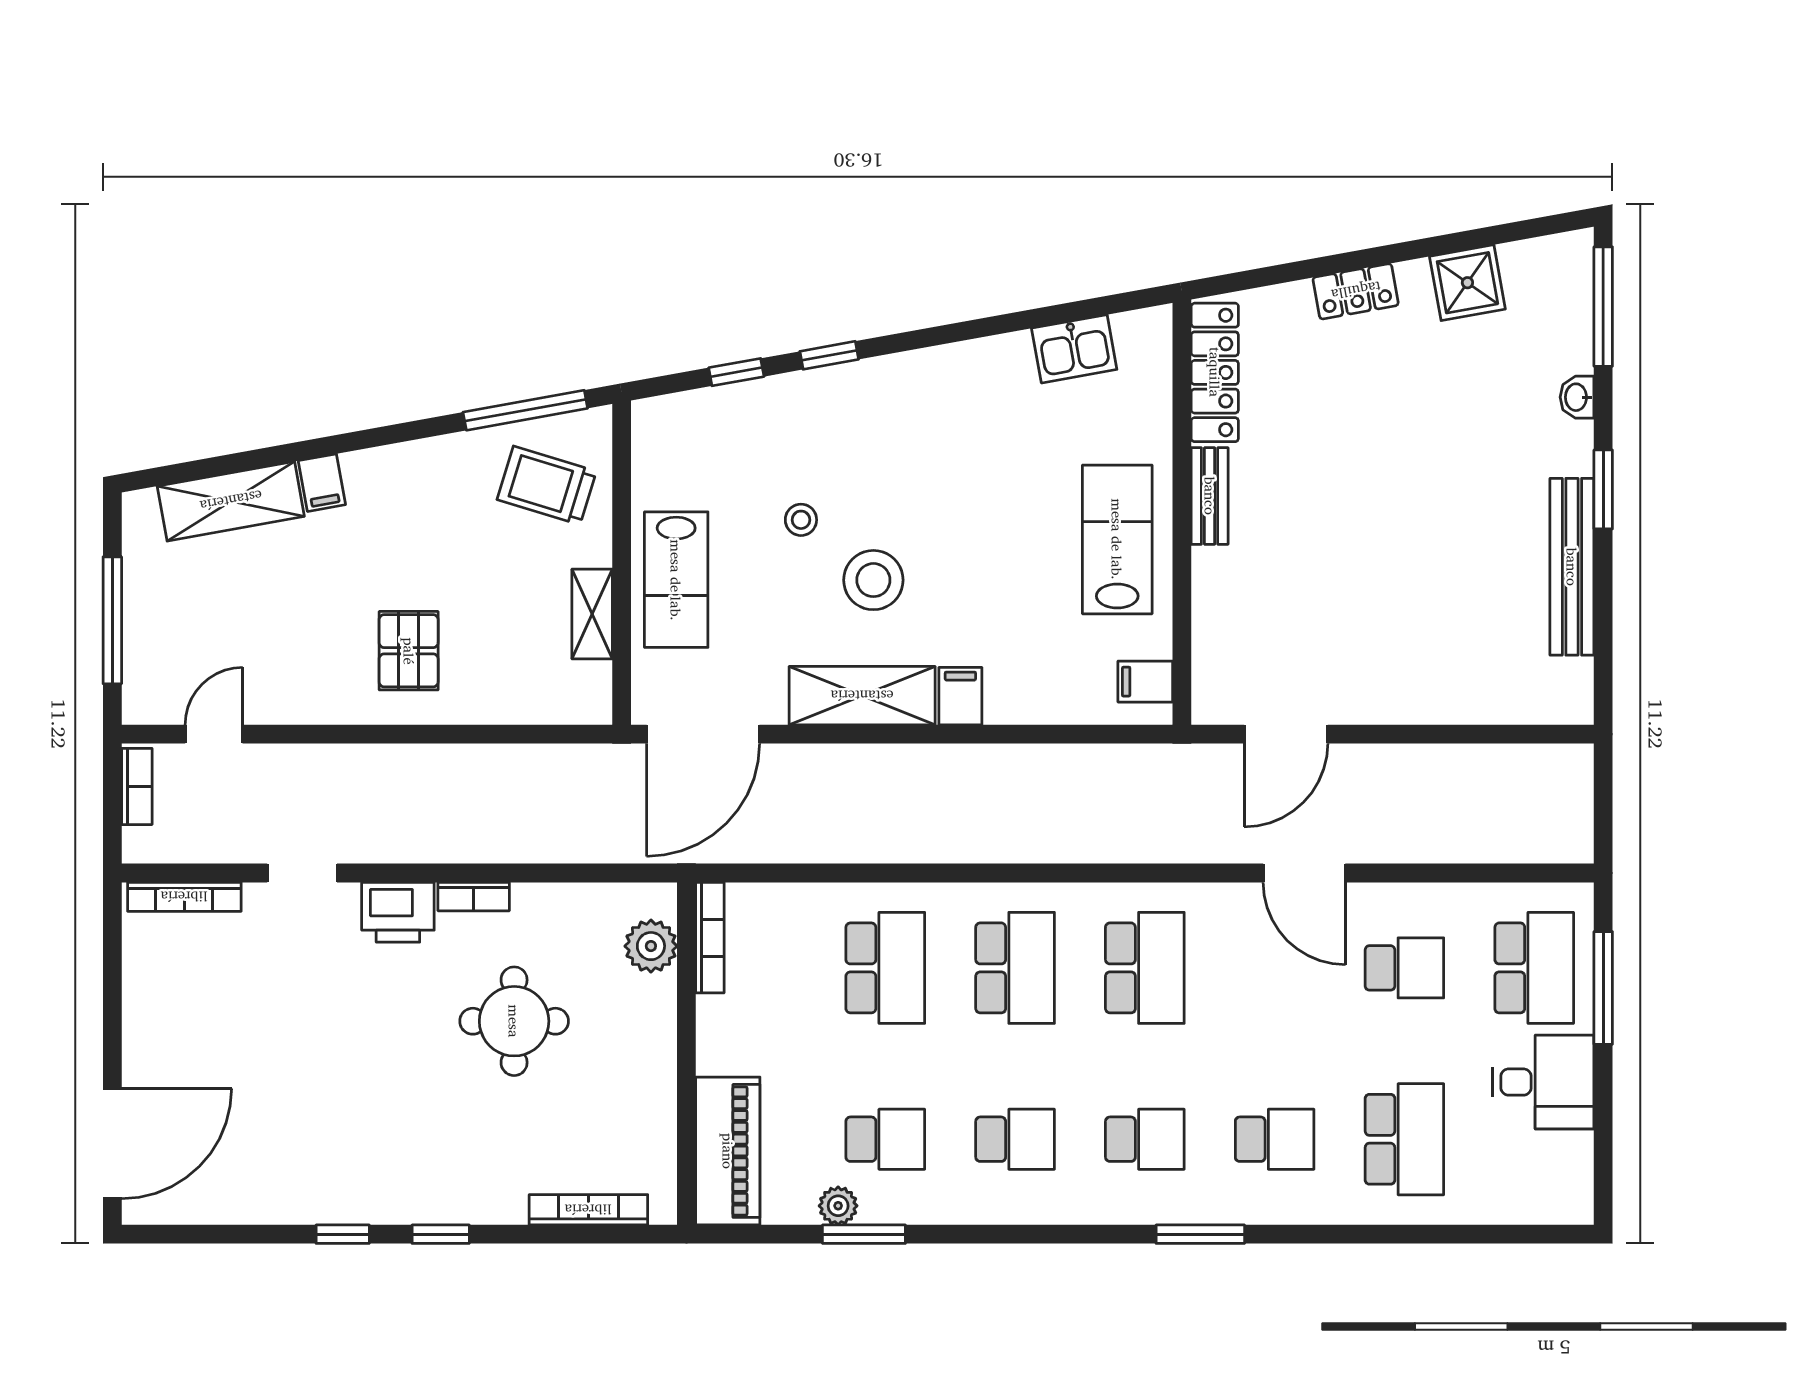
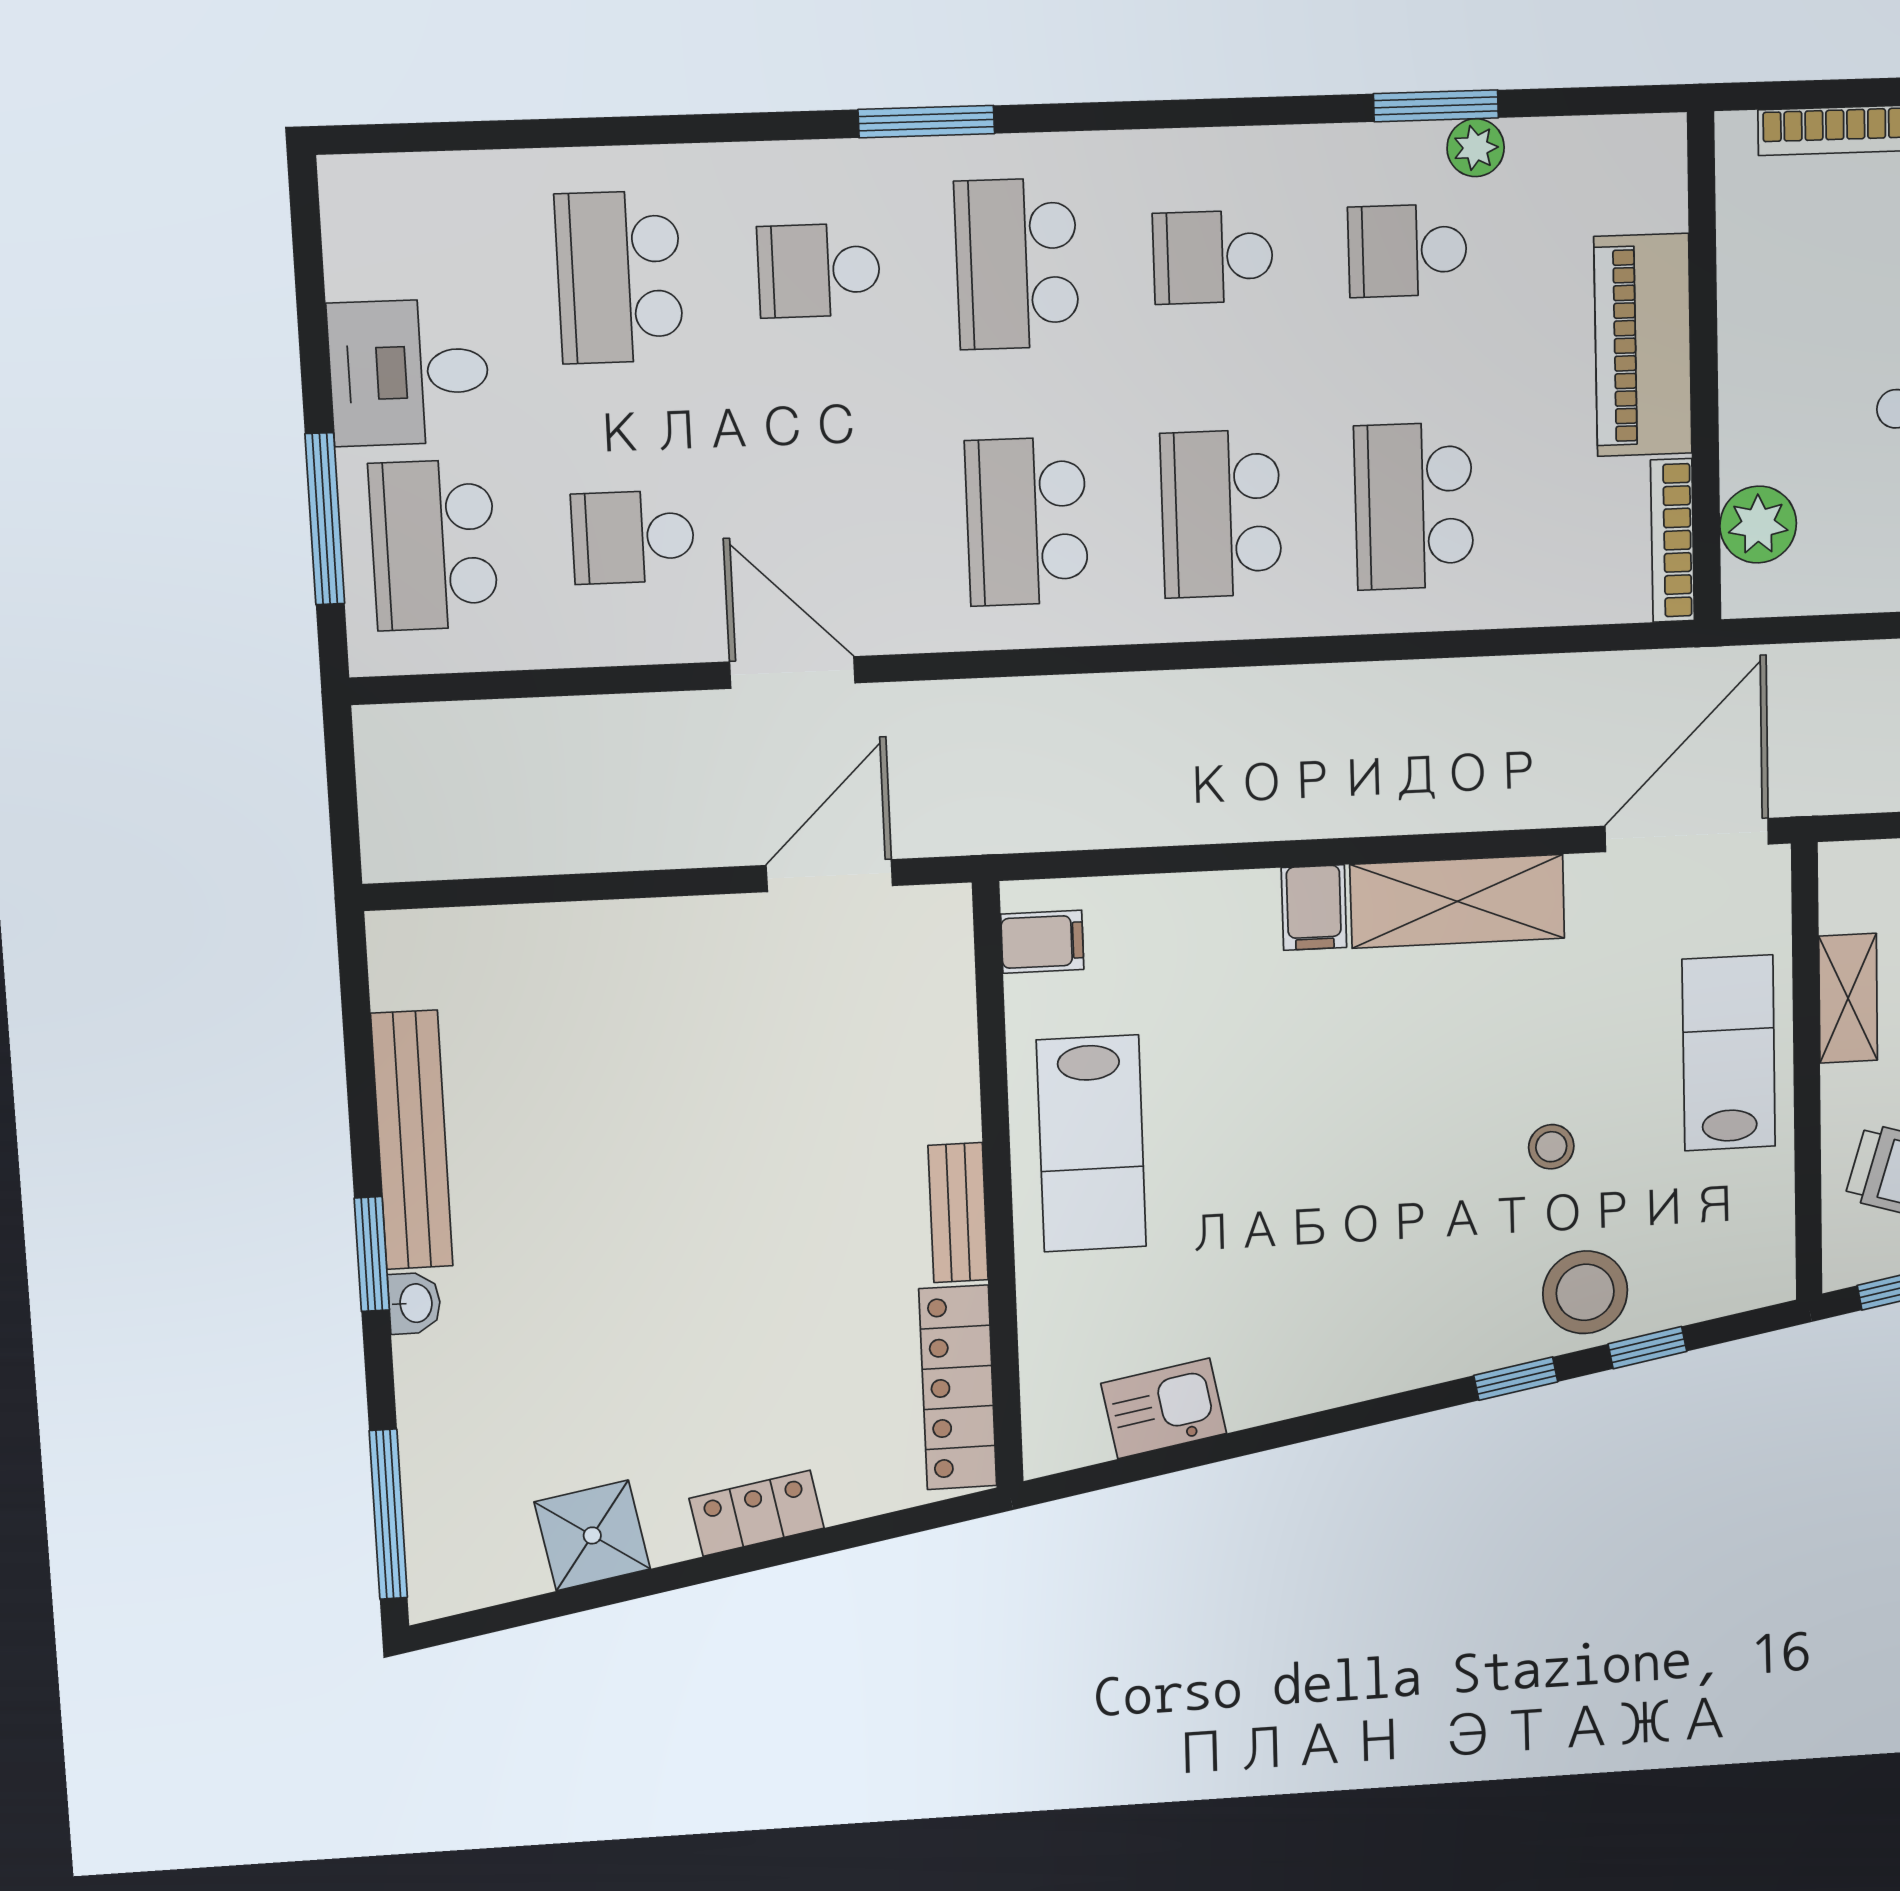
washbasin: (1577, 397) -> (414, 1303), moved
stool: (873, 580) -> (1585, 1292), moved
school desk: (1145, 1139) -> (1017, 264), width x1.85
piano: (728, 1151) -> (1643, 345), moved

